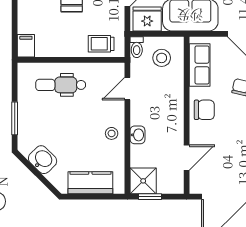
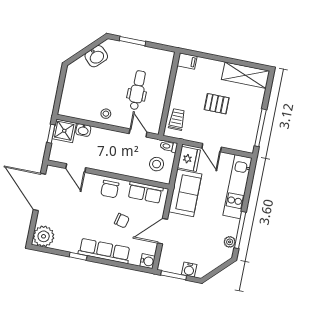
dental chair: (61, 85) -> (137, 90), moved
washbasin: (138, 135) -> (83, 130), moved
kitchen counter: (90, 183) -> (71, 90), removed

